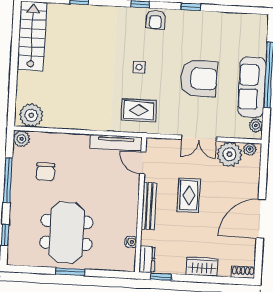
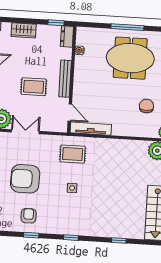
armchair: (156, 20) -> (29, 216), moved
rug: (189, 195) -> (34, 87), turned 90
meeting table: (67, 232) -> (130, 58), turned 90
window: (70, 272) -> (127, 27), width x1.44

